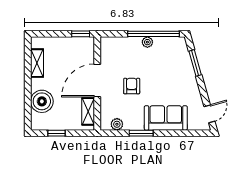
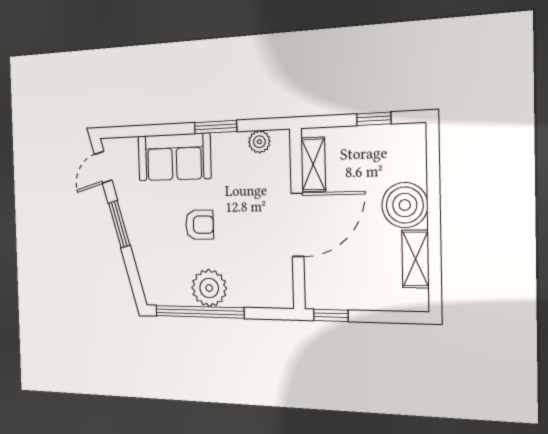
plant: (147, 42) -> (209, 288), width x1.87, depth x1.87
window: (195, 63) -> (119, 224), moved
armchair: (132, 86) -> (200, 225), moved, turned -90
boiler: (42, 101) -> (405, 205), moved

